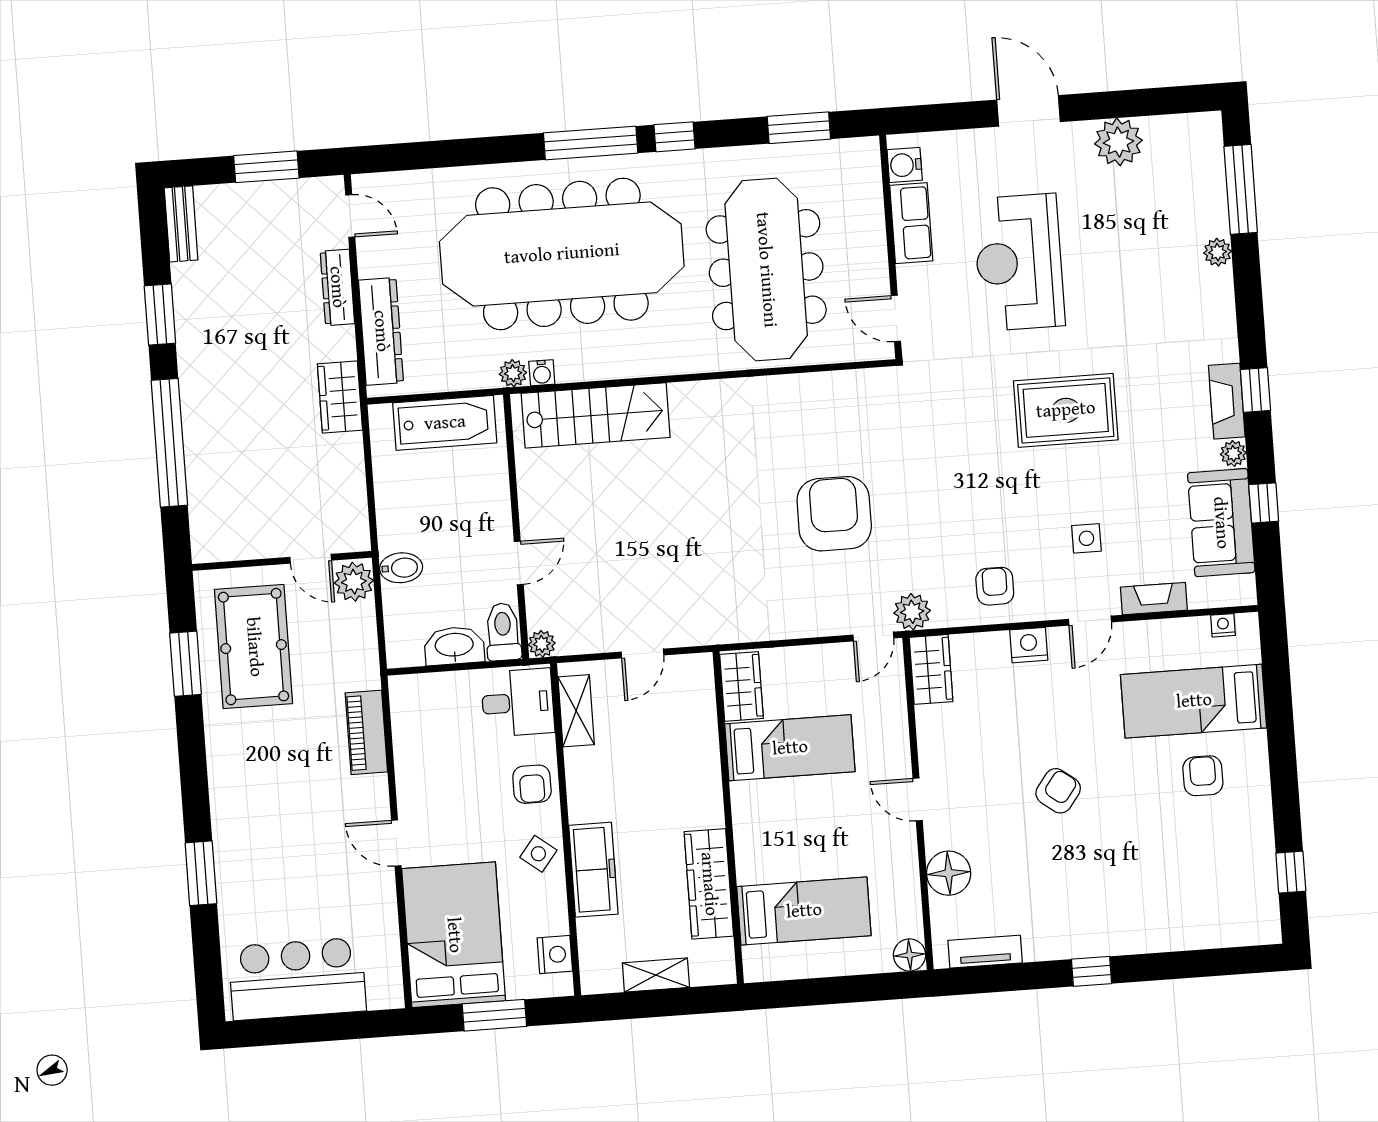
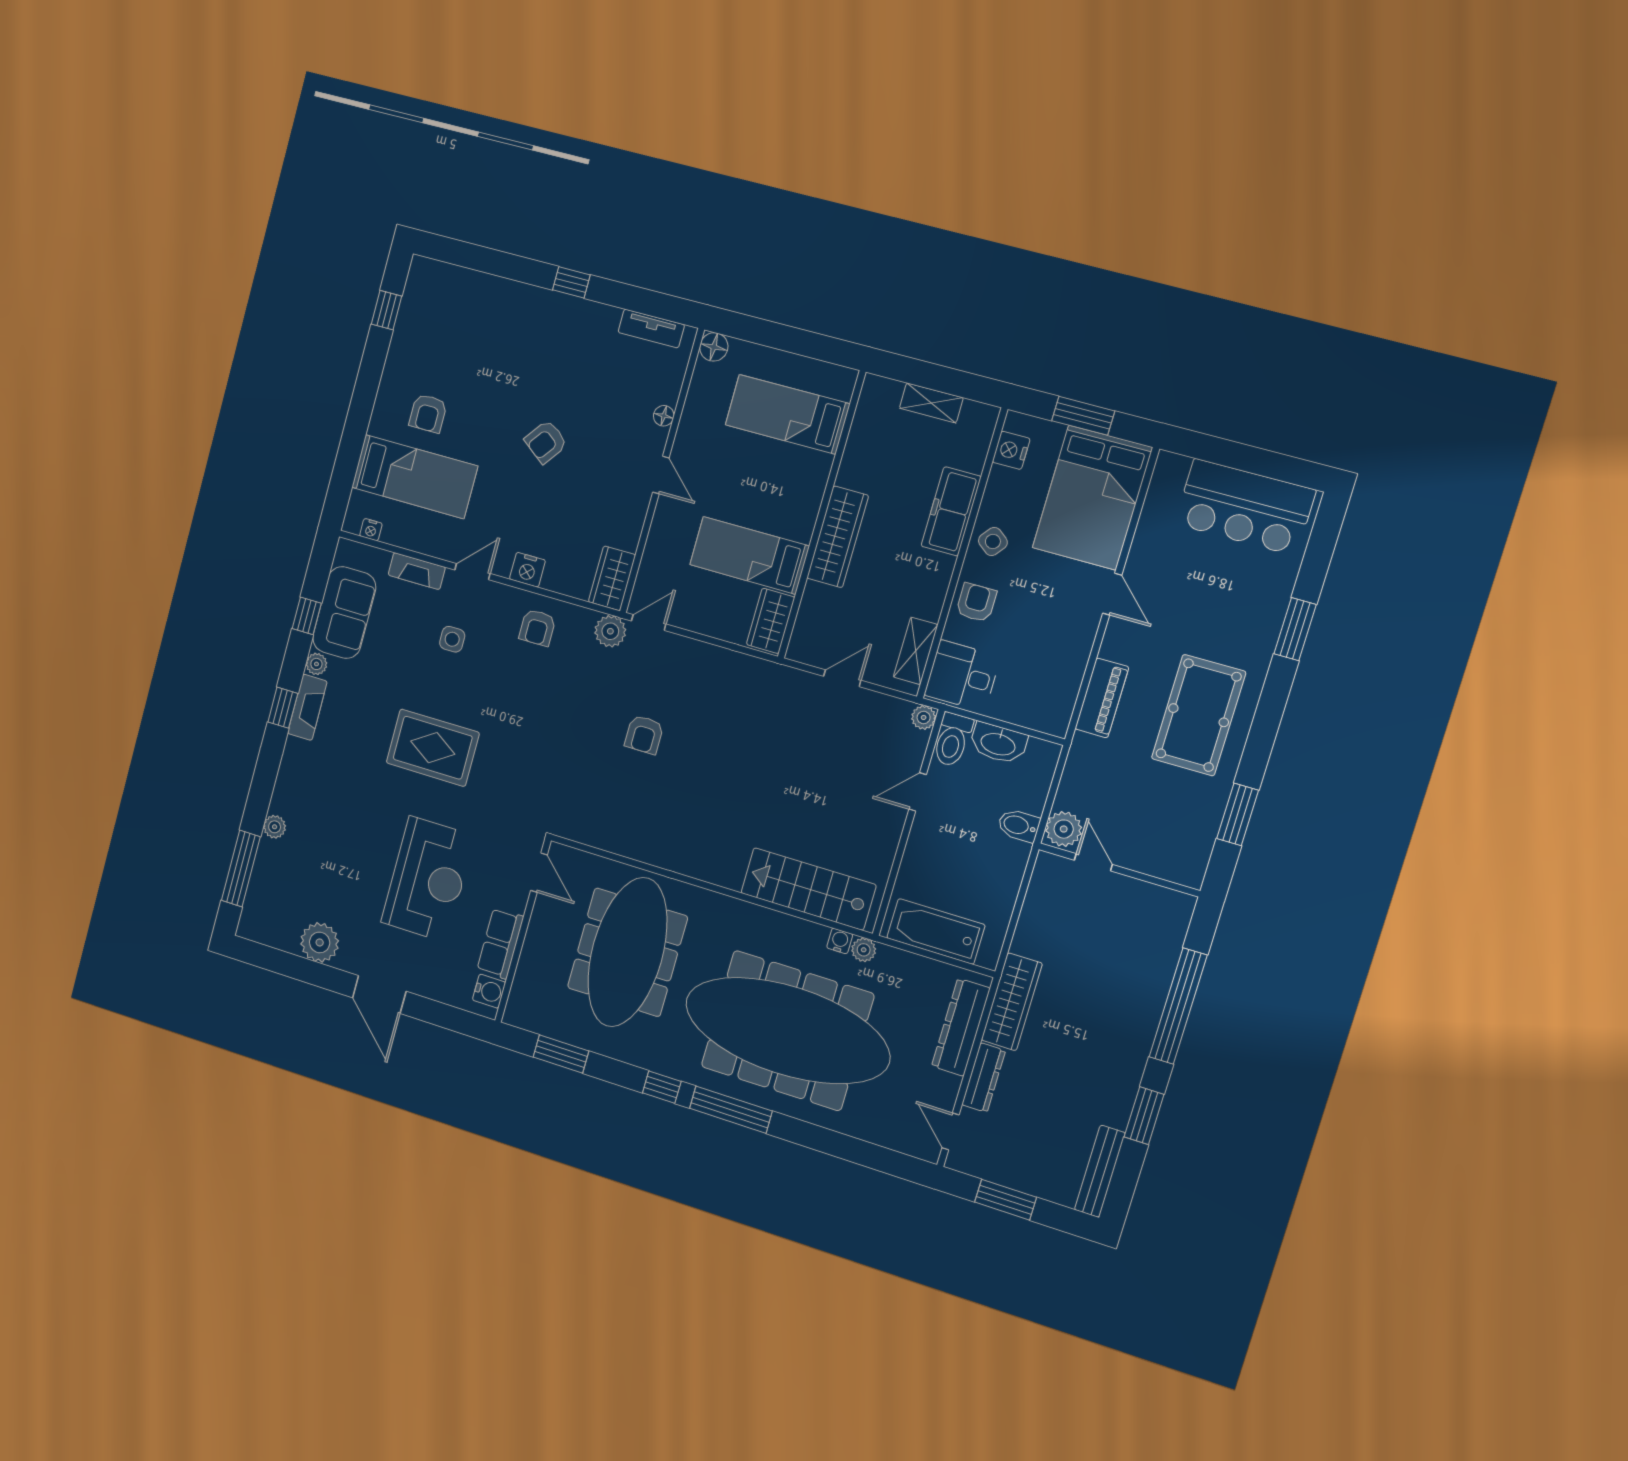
bench: (181, 224) -> (1100, 1171), width x1.36
wardrobe: (340, 397) -> (1012, 1002), width x1.50
armchair: (834, 514) -> (644, 735), width x0.53, depth x0.53
pool table: (254, 647) -> (1199, 715), moved
floor lamp: (949, 873) -> (664, 416), width x0.53, depth x0.53
wardrobe: (709, 884) -> (838, 537), moved

